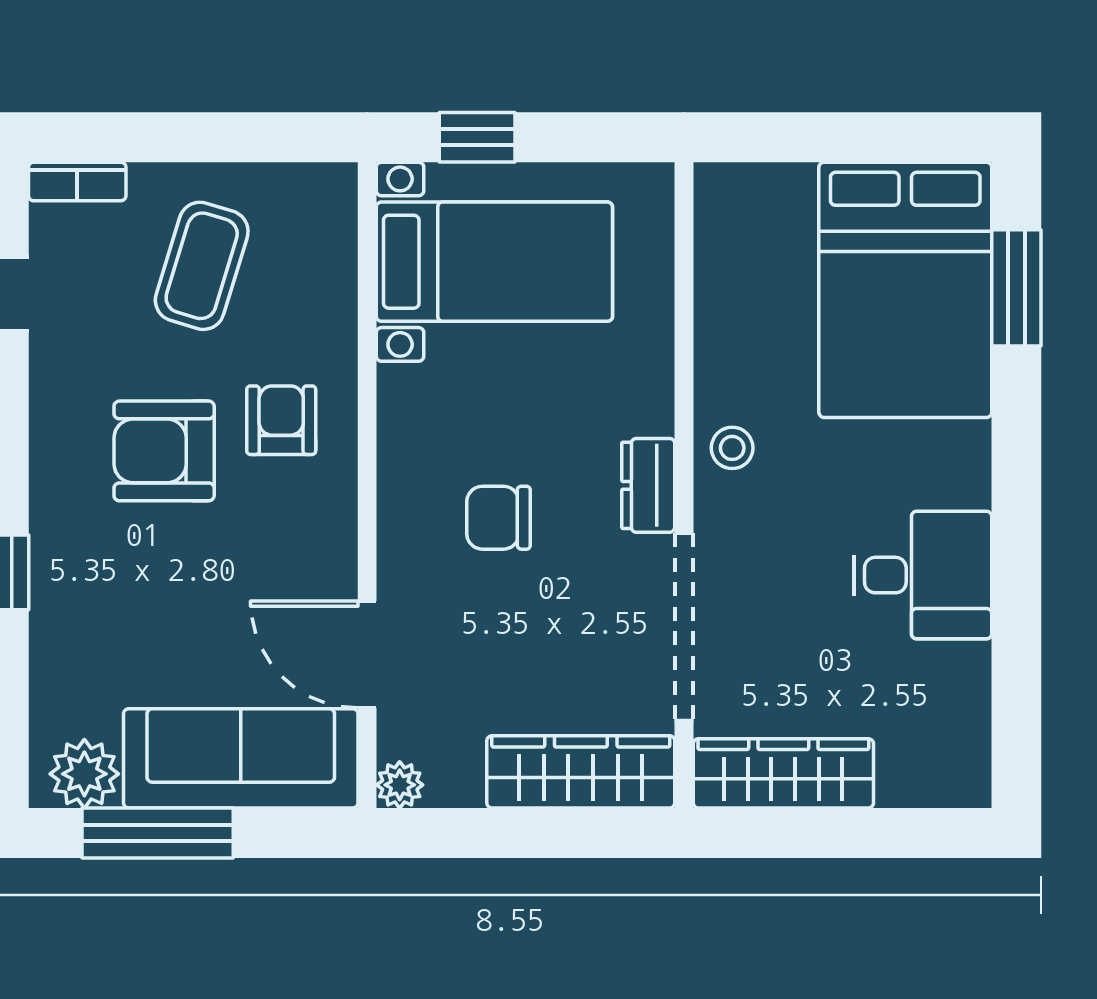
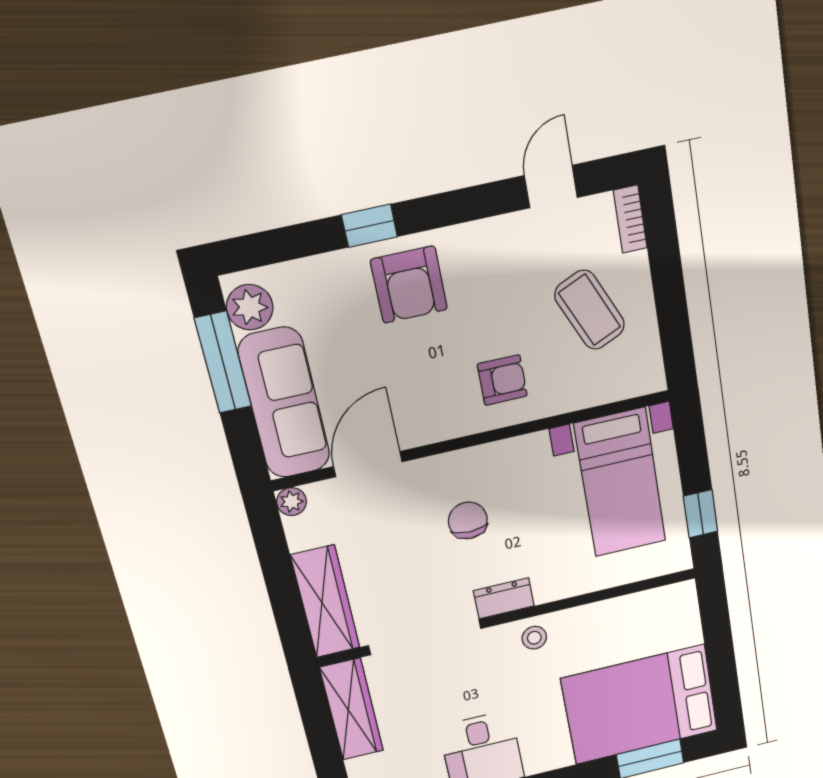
window: (477, 137) -> (700, 514), moved
coffee table: (202, 266) -> (590, 310), turned 49
armchair: (164, 451) -> (409, 285), moved, turned 180

